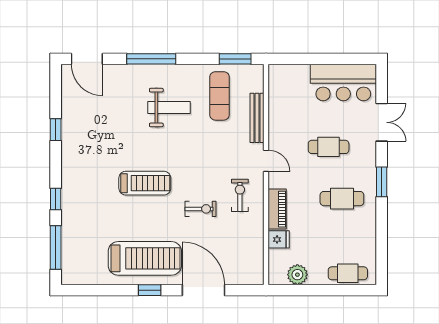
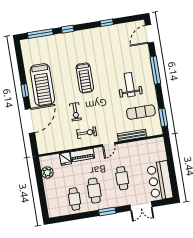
weight bench: (169, 108) -> (130, 85), turned 180
cafe table: (348, 273) -> (74, 199), moved

